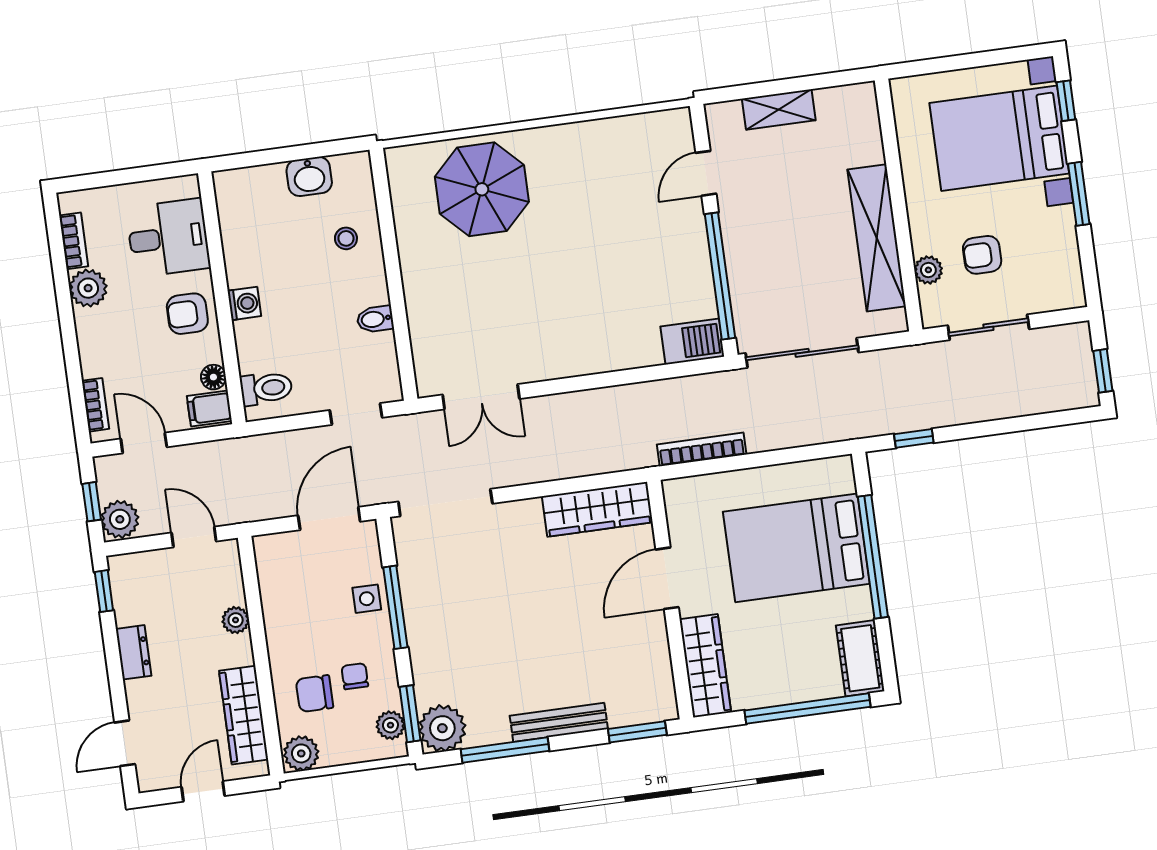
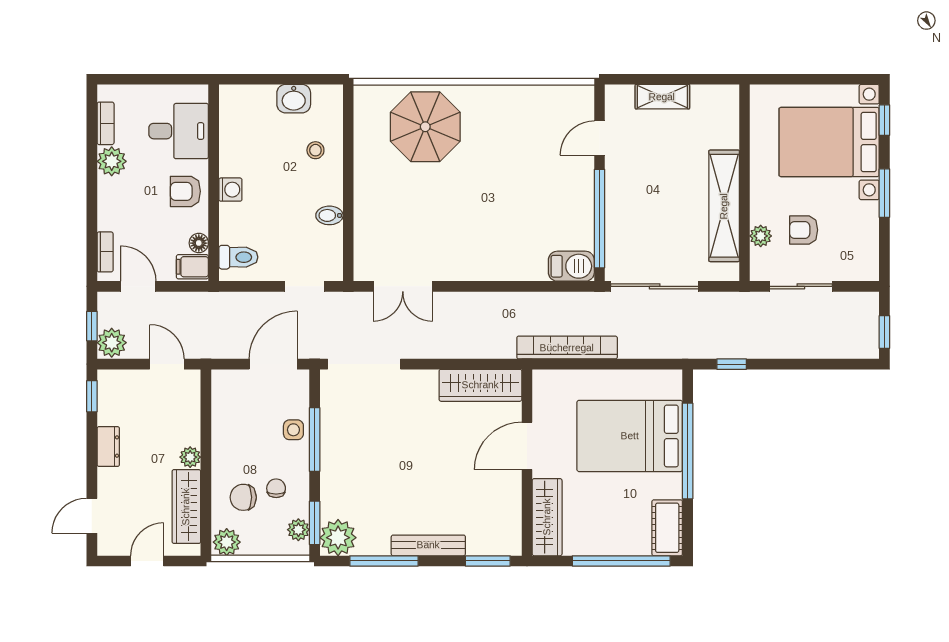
bookcase: (702, 449) -> (567, 348), width x1.48, depth x1.31
plant: (236, 620) -> (190, 457), moved

